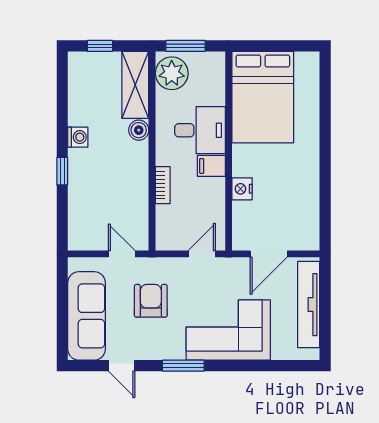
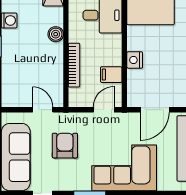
boiler: (139, 130) -> (56, 34), moved
filing cabinet: (211, 166) -> (111, 75), moved
bookcase: (163, 185) -> (74, 65), width x1.56

